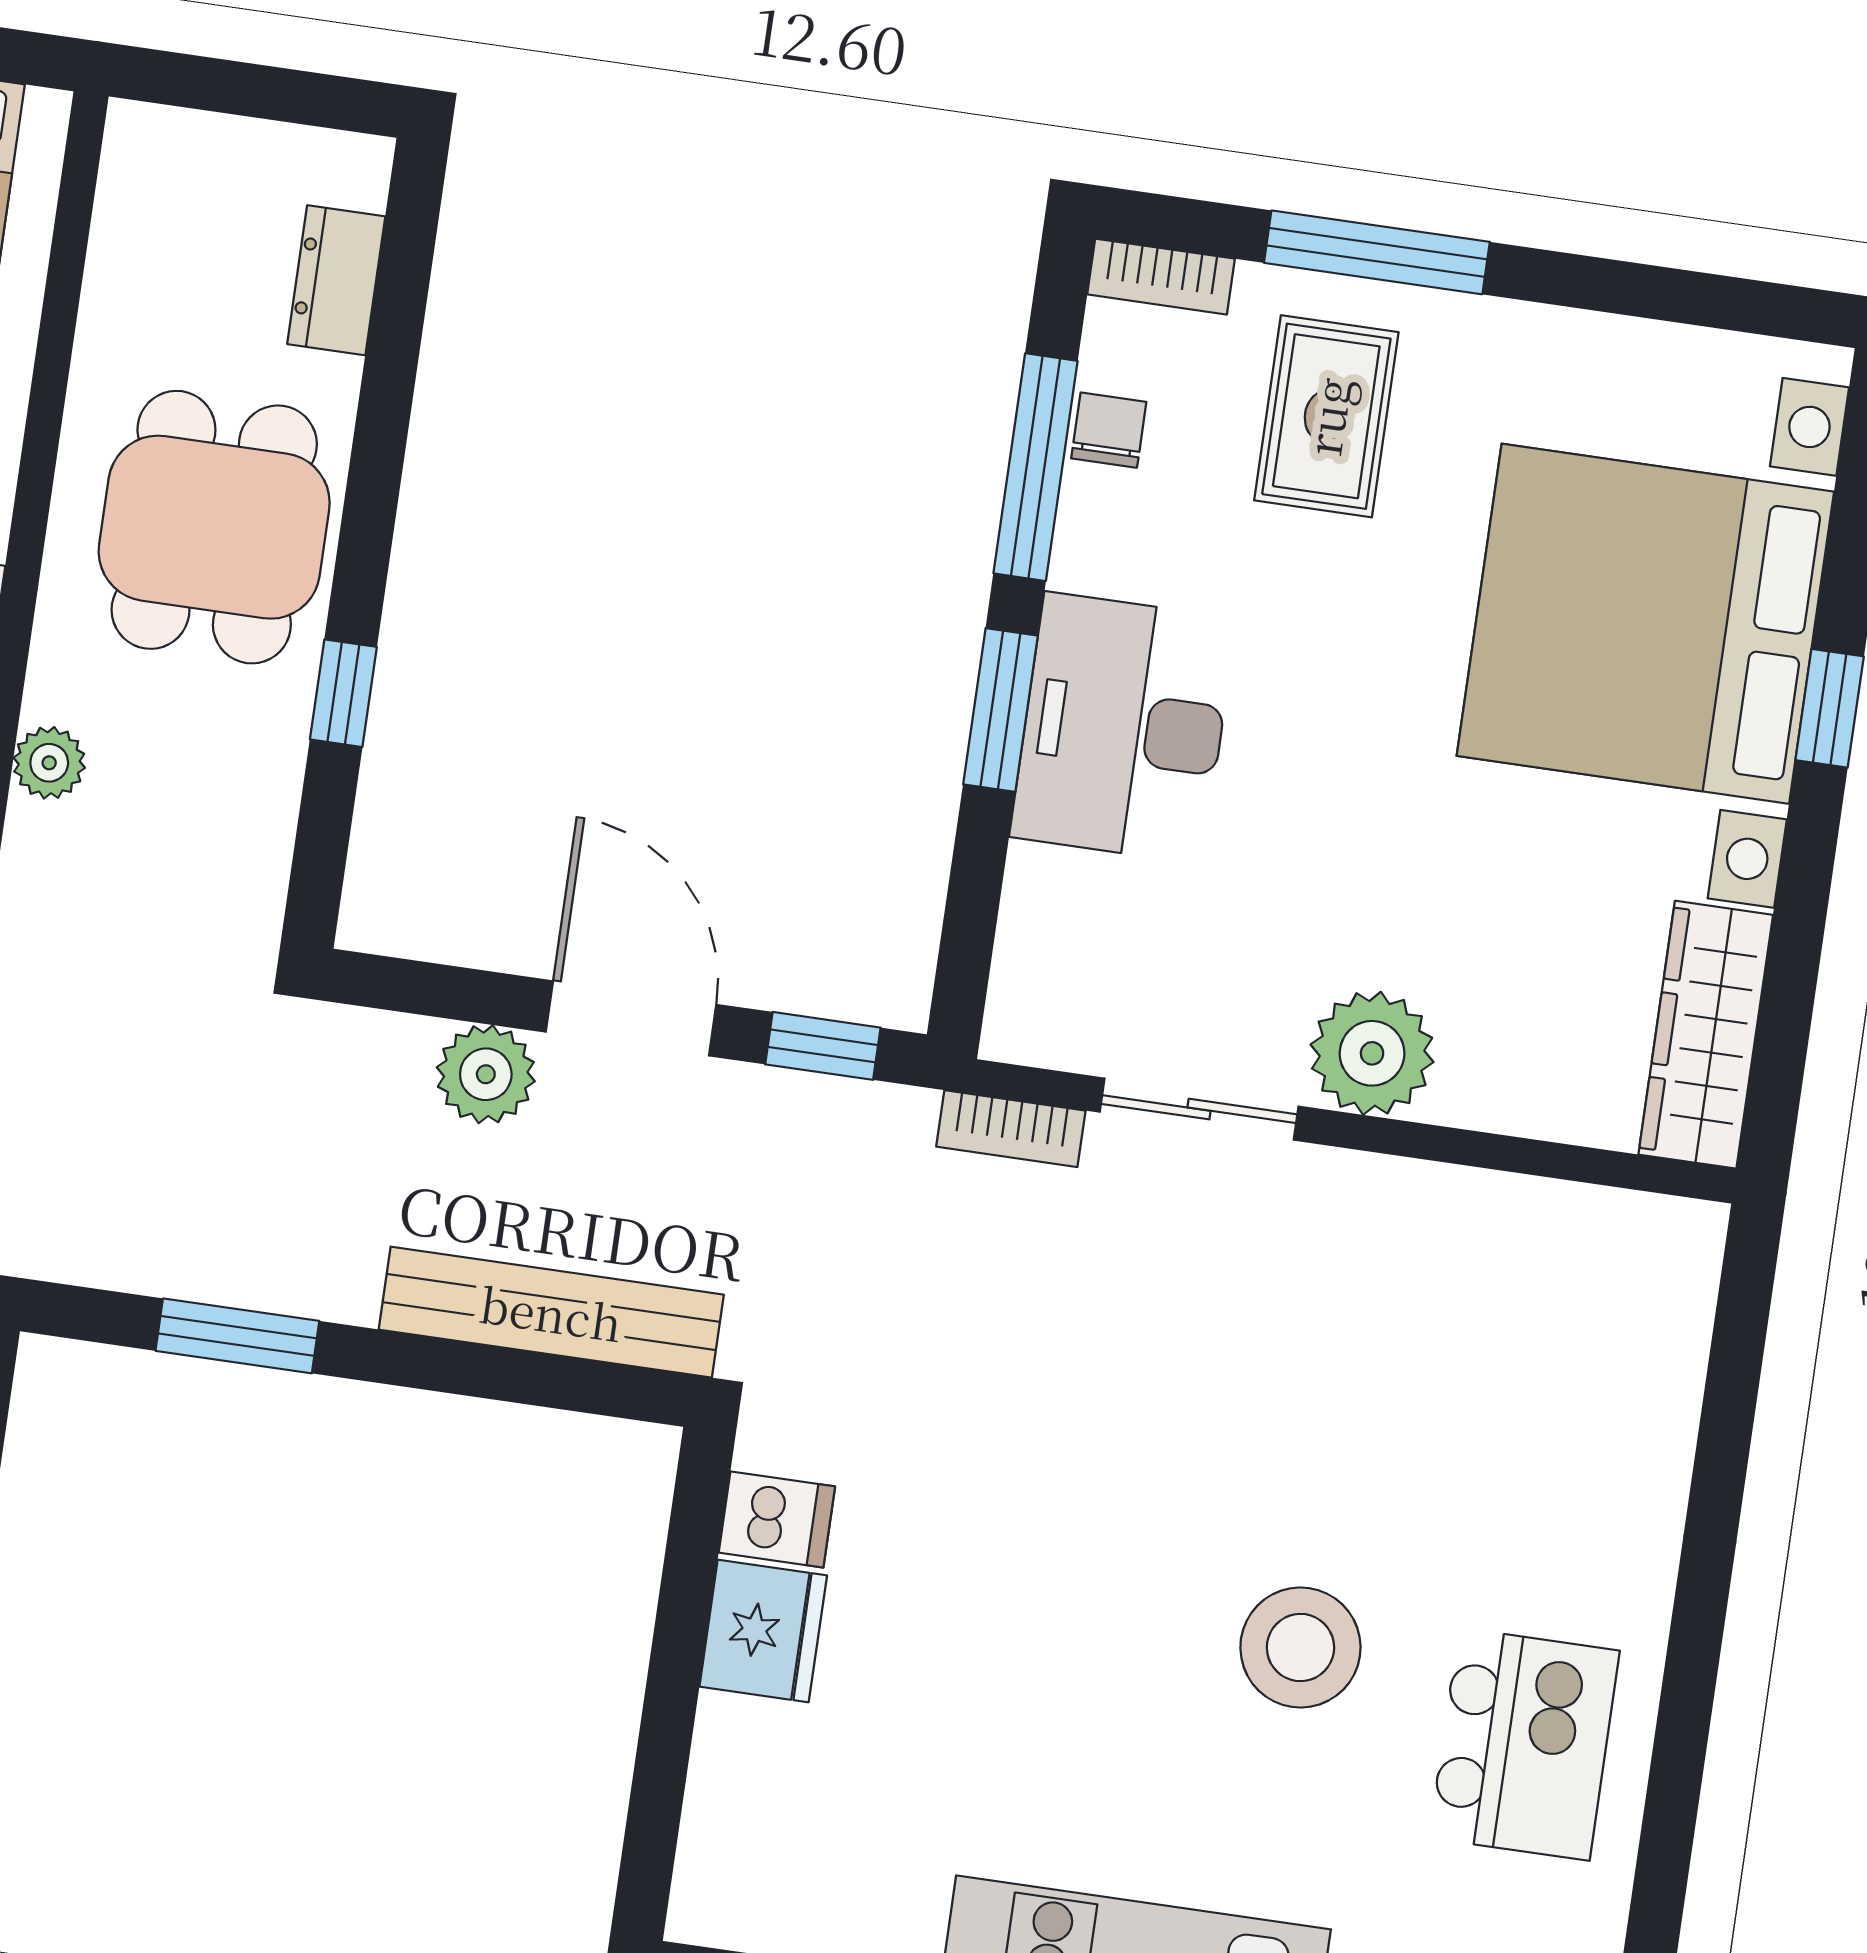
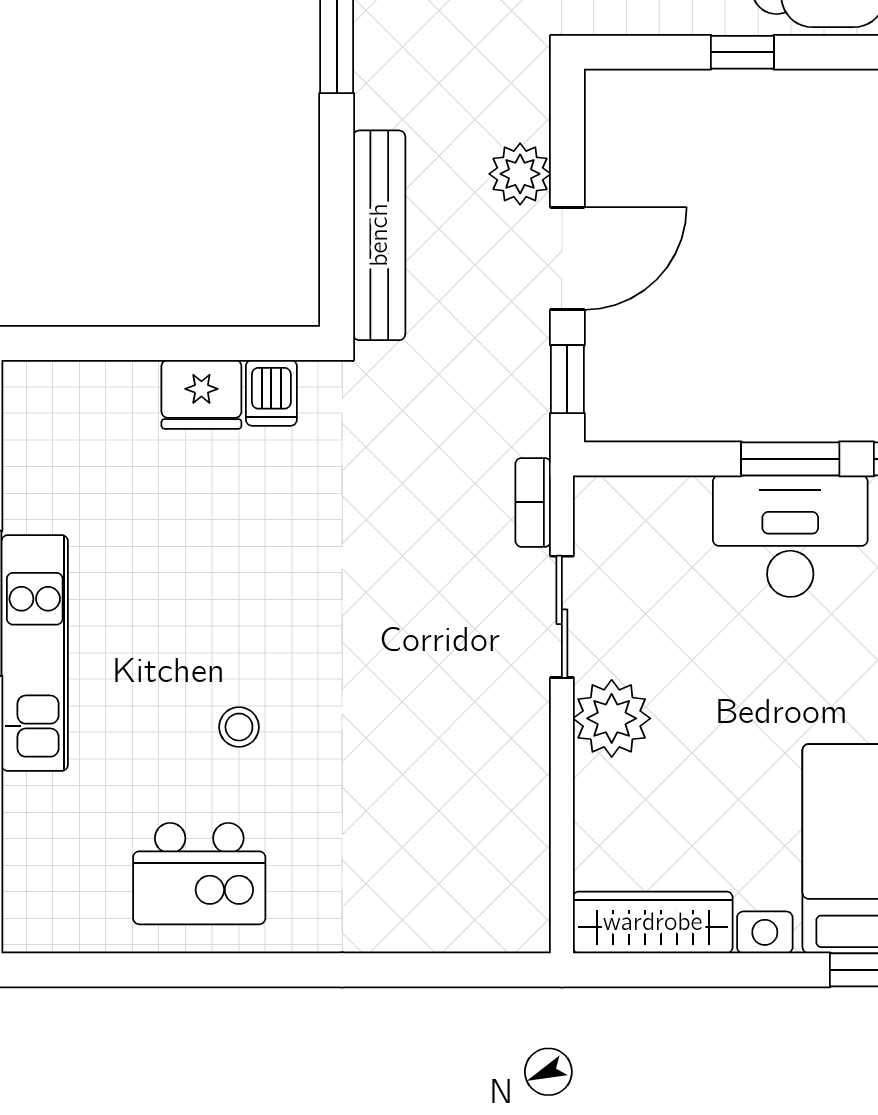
stool: (1300, 1648) -> (239, 727), width x0.53, depth x0.53

